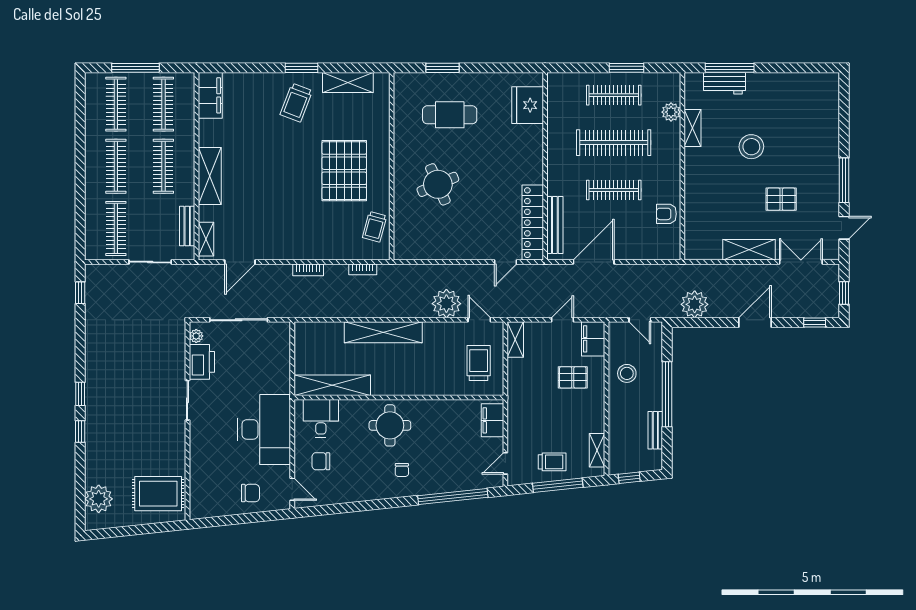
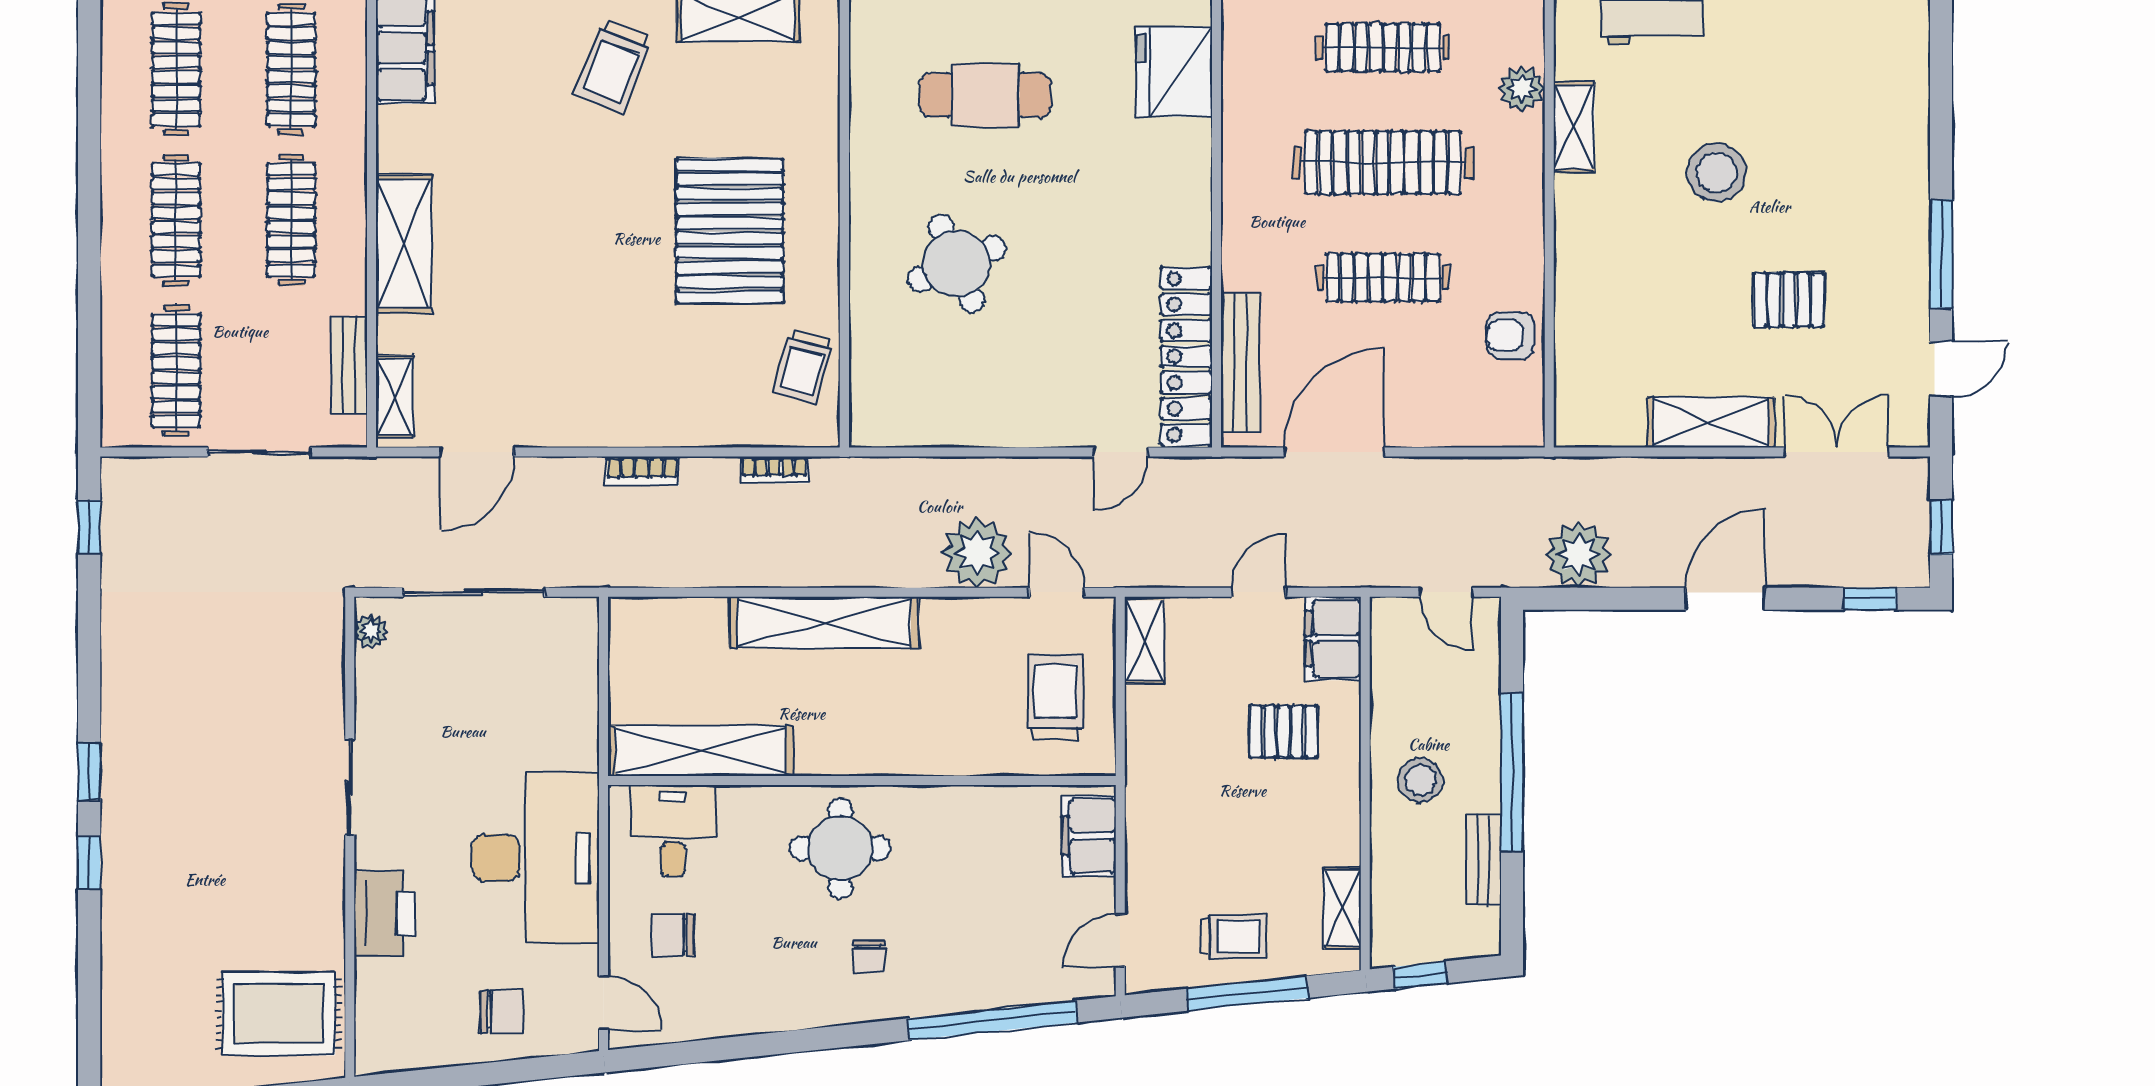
printer: (202, 362) -> (385, 914), moved
stool: (627, 373) -> (1420, 780), moved
plant: (99, 499) -> (134, 1026), removed

